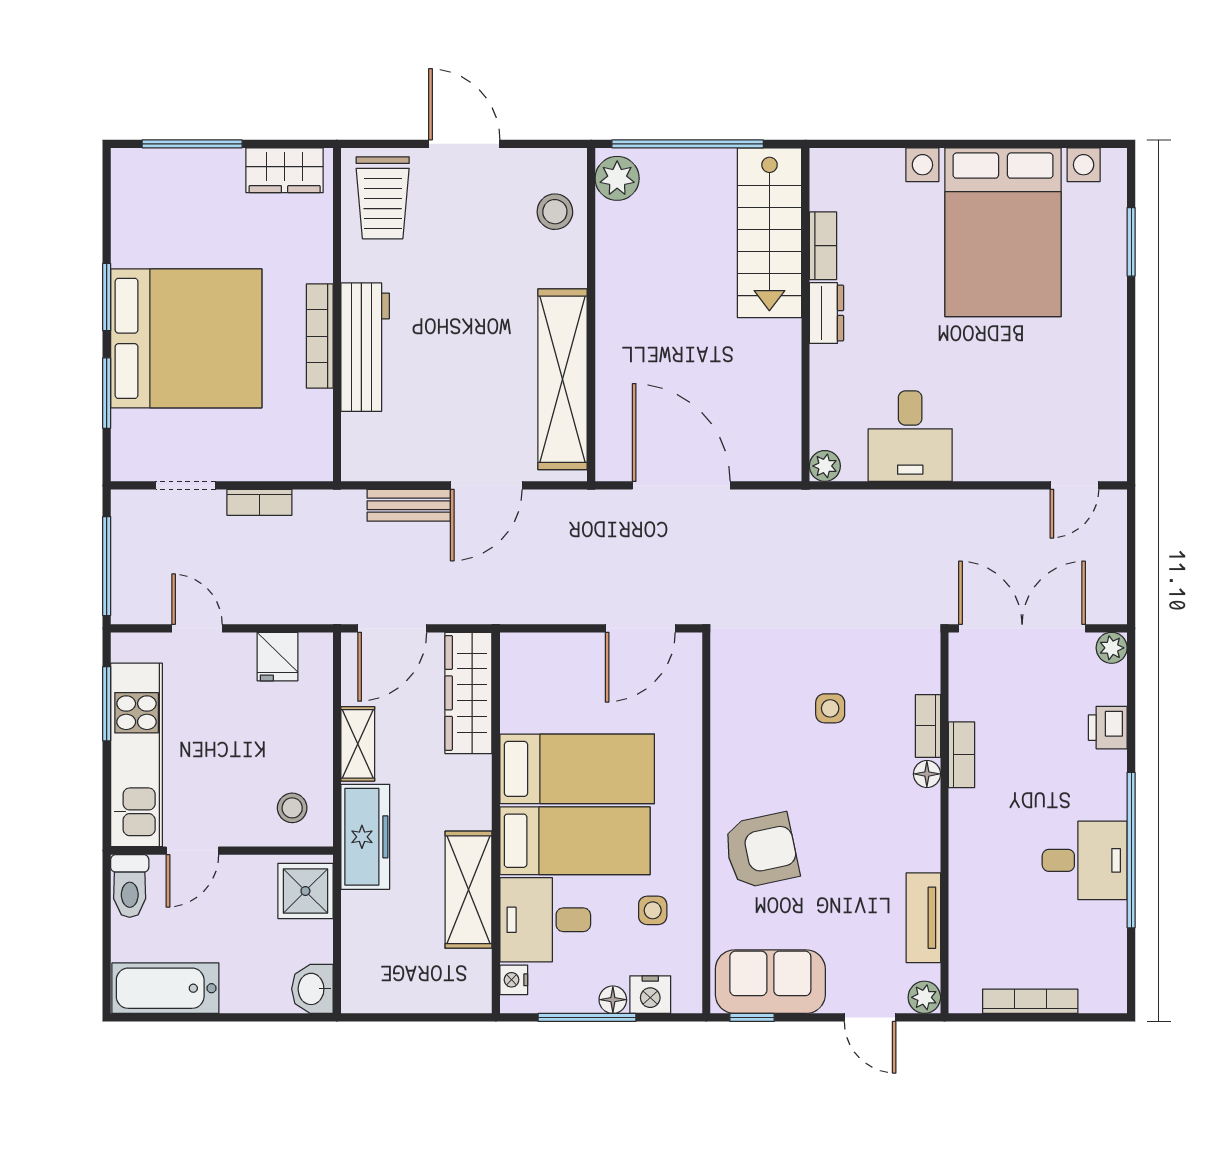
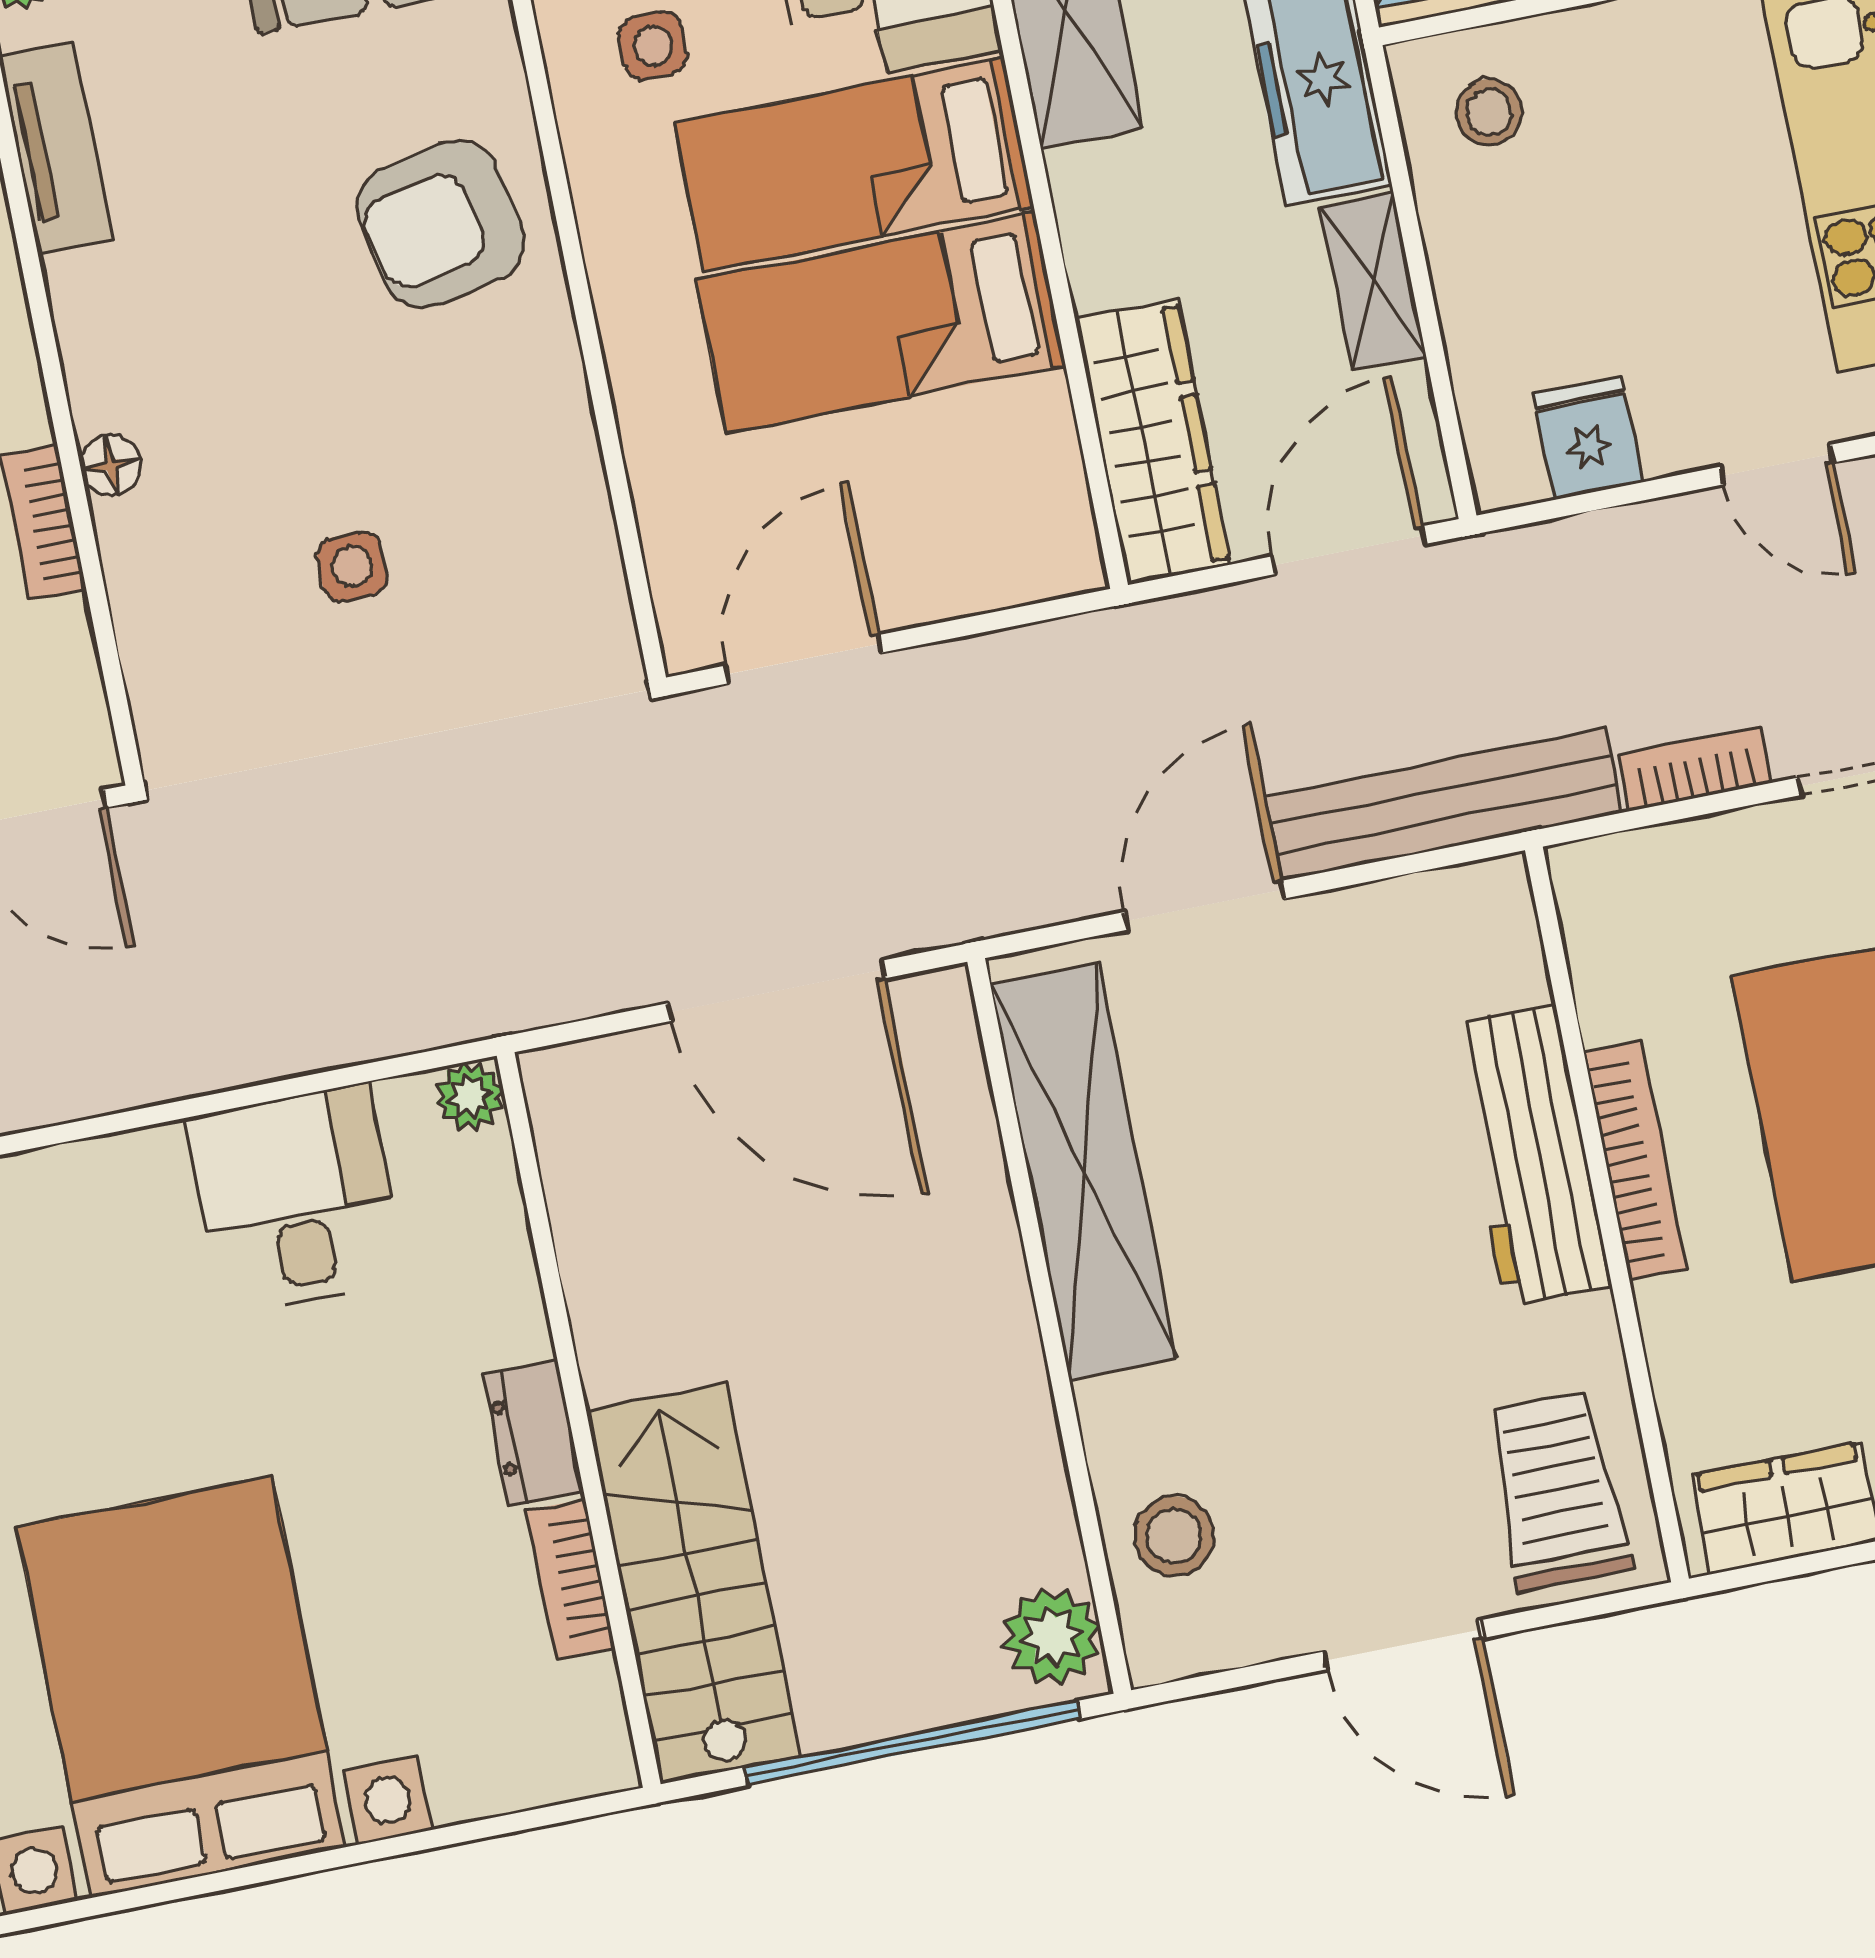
bench: (409, 505) -> (1443, 804), width x1.86, depth x1.21
bookcase: (928, 726) -> (129, 571), removed

